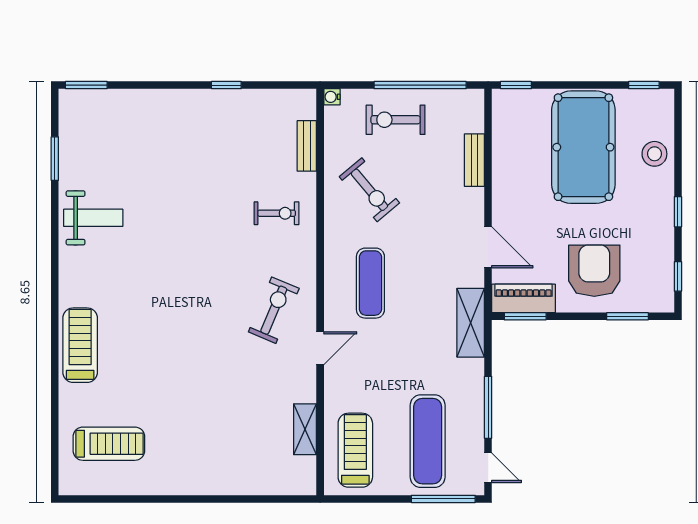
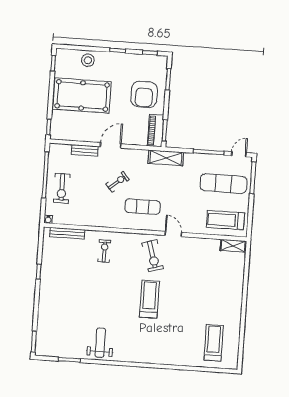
bench: (307, 146) -> (67, 233), width x1.36
exercise bike: (369, 190) -> (118, 182), moved, width x0.73, depth x0.72
door: (488, 247) -> (111, 145), moved
armchair: (594, 271) -> (144, 94), turned -90
exercise bike: (274, 310) -> (153, 256), turned -130
treadmill: (80, 345) -> (149, 299), moved, turned 90
shelving: (305, 429) -> (233, 246), moved

